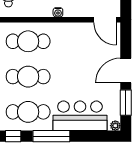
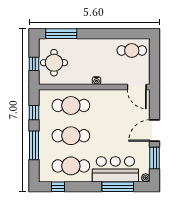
window: (51, 136) -> (118, 187), moved

